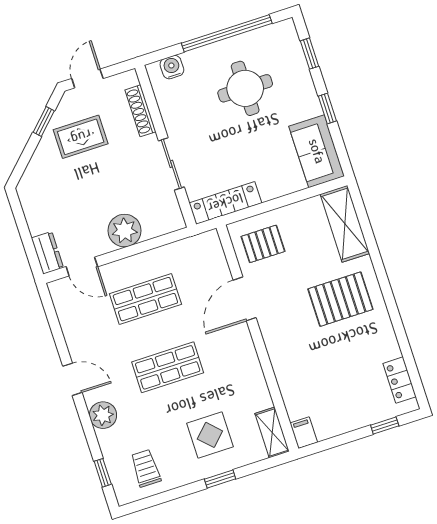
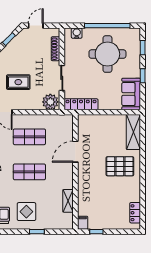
round table: (245, 88) -> (107, 54), width x1.36, depth x1.36
rug: (81, 137) -> (18, 82), moved
plant: (125, 231) -> (50, 102), moved
pallet: (263, 244) -> (92, 129), removed
window: (385, 425) -> (96, 232), moved
shelving: (272, 433) -> (68, 201), moved
display table: (210, 435) -> (26, 212), moved

